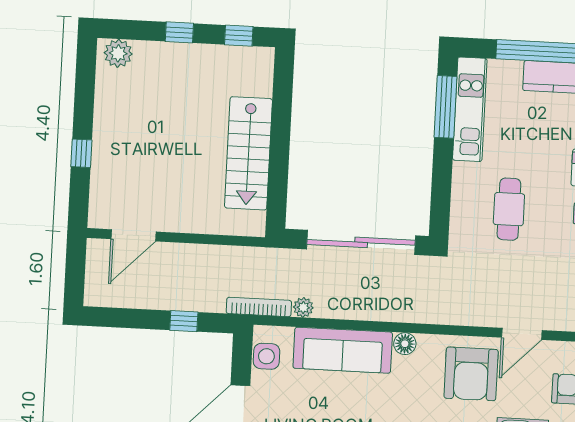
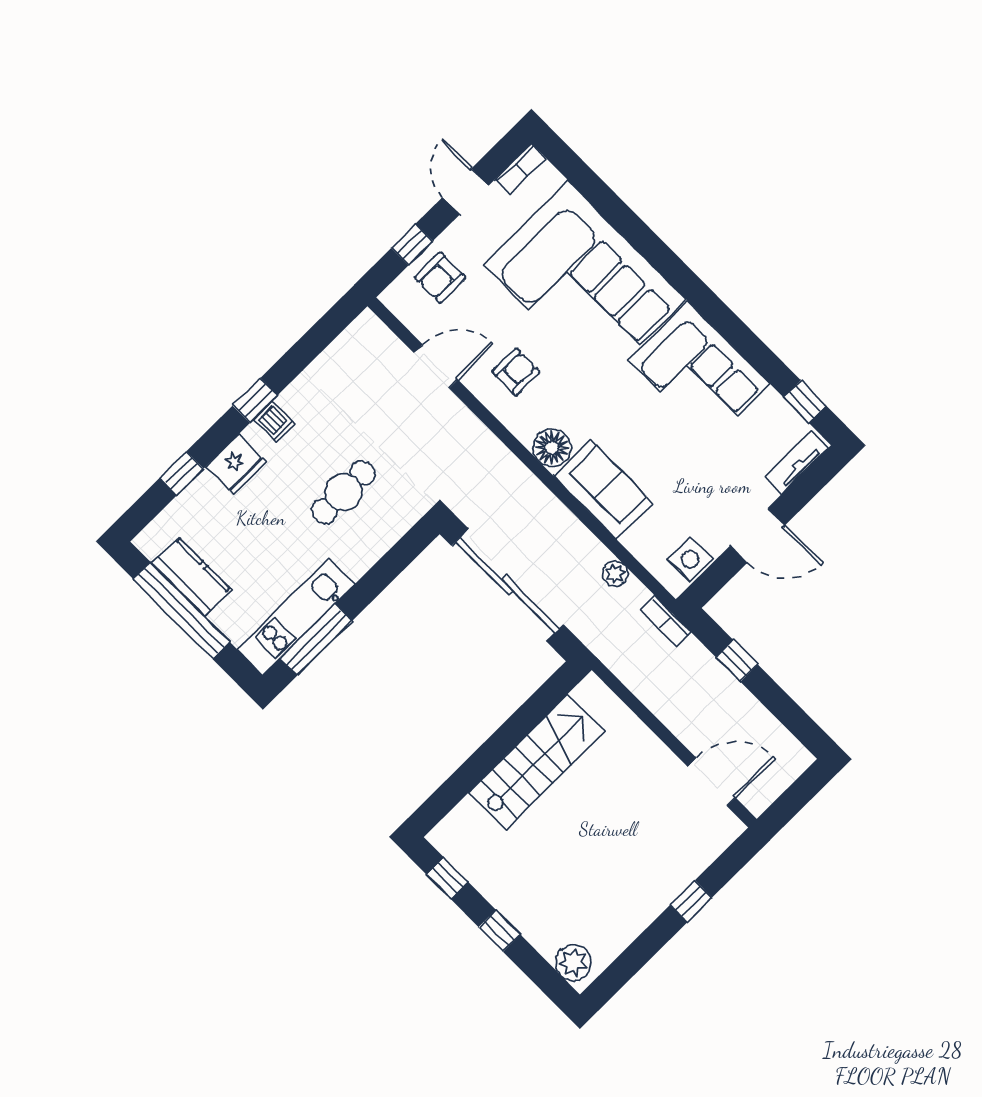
bookcase: (259, 307) -> (666, 621), width x0.64
floor lamp: (405, 344) -> (552, 448), width x1.38, depth x1.38
sofa: (343, 350) -> (603, 490), width x0.73
armchair: (471, 374) -> (516, 372), width x0.53, depth x0.53

